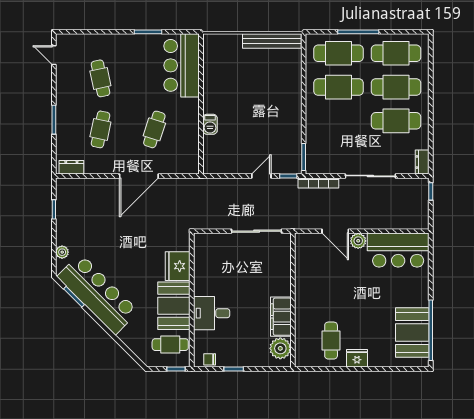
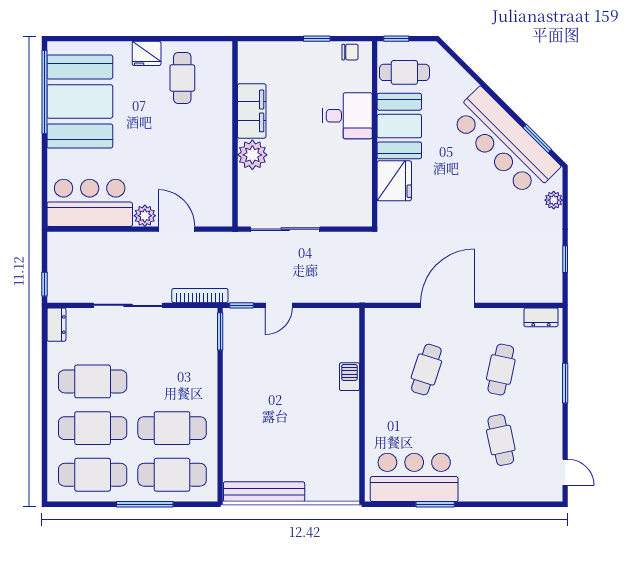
bar counter: (182, 65) -> (414, 477), moved, turned -90
booth: (412, 333) -> (80, 101), width x1.36, depth x1.42
plant: (280, 348) -> (252, 155), moved

